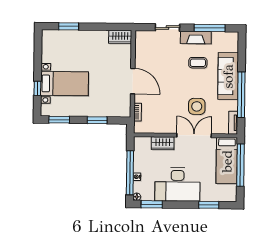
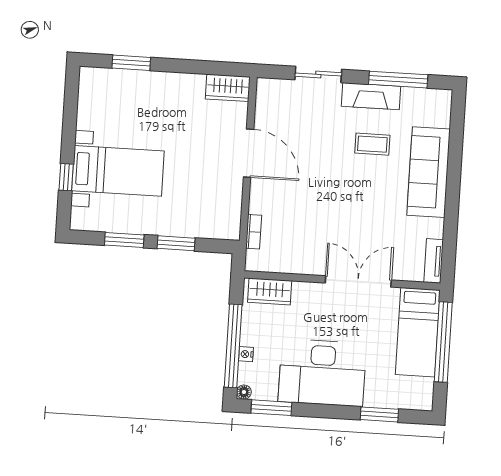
door: (133, 81) -> (249, 153), moved
window: (241, 95) -> (452, 209), removed
side table: (197, 106) -> (366, 227), removed
window: (59, 120) -> (124, 240), moved
wardrobe: (163, 143) -> (270, 291), moved

